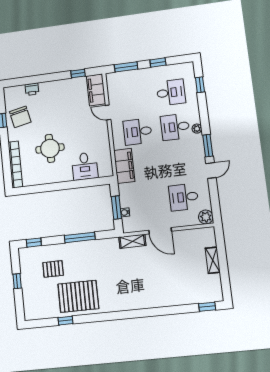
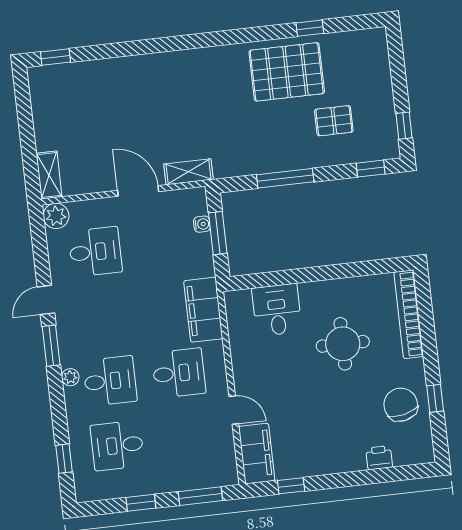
shelving: (213, 260) -> (49, 175), moved
window: (17, 281) -> (404, 126), moved

